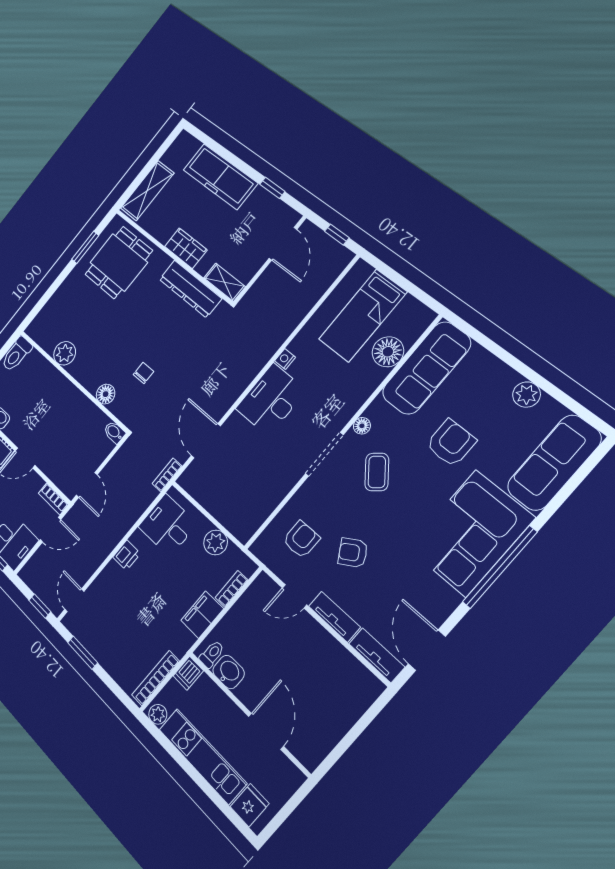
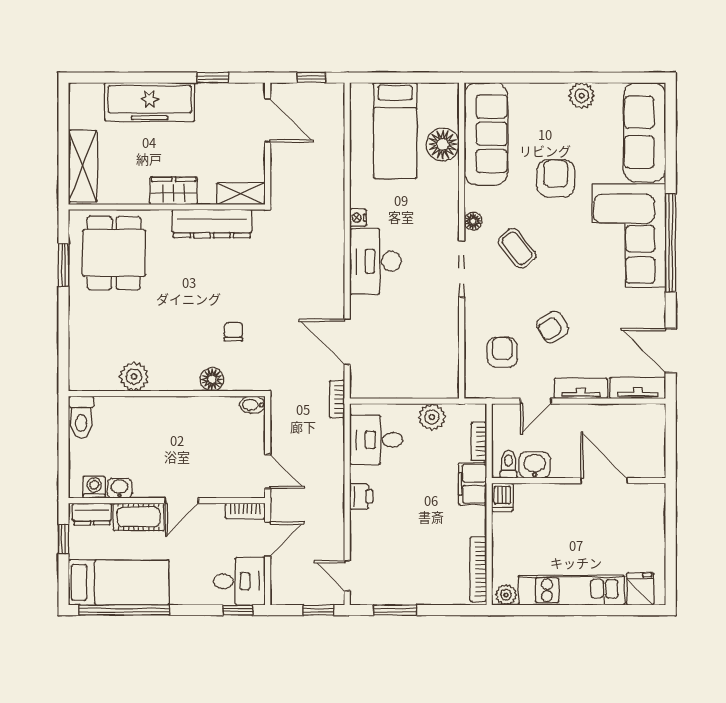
toilet: (212, 654) -> (508, 464), moved
washbasin: (229, 672) -> (535, 465), moved
dishwasher: (188, 673) -> (502, 497), moved
wall: (248, 713) -> (579, 481), moved
door: (266, 731) -> (604, 481), moved

